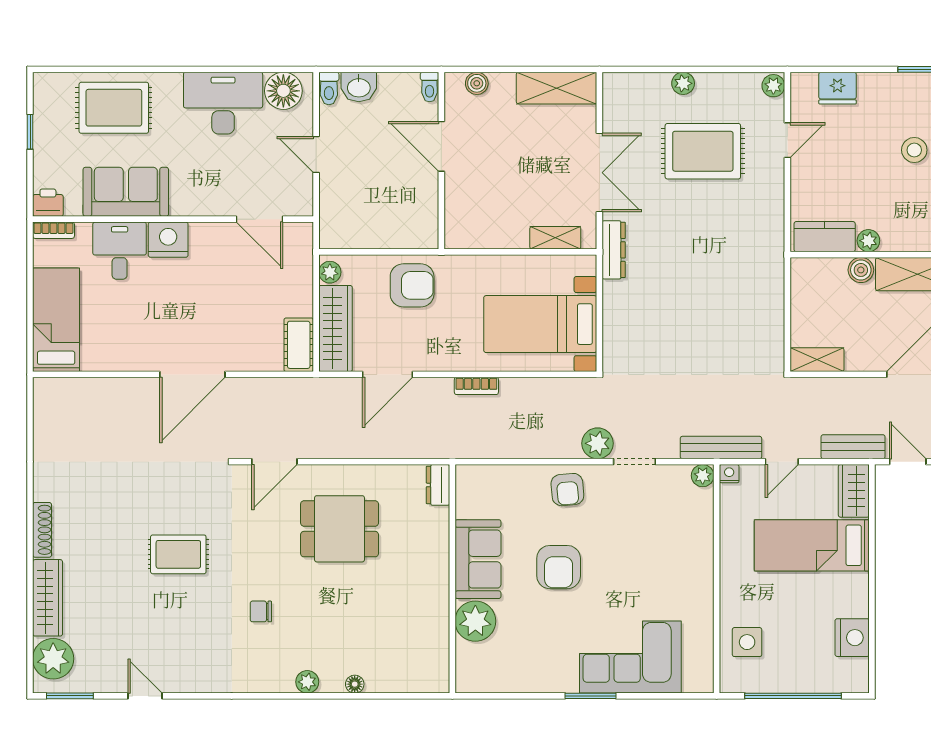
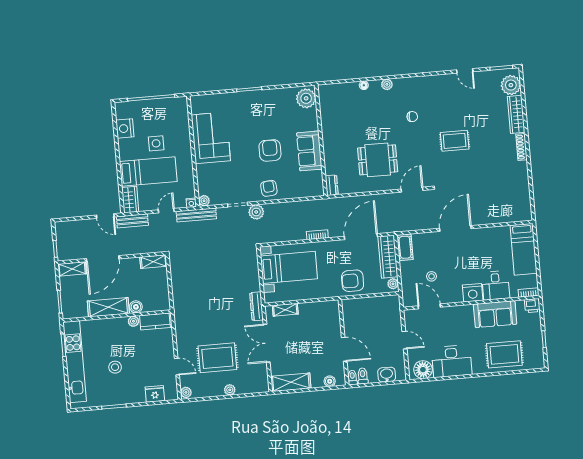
toilet: (329, 88) -> (363, 376), moved
door: (787, 140) -> (177, 367), swing flipped
stool: (250, 281) -> (432, 276), added
door: (388, 374) -> (361, 237), width x1.36
plant: (475, 621) -> (306, 98), moved
side table: (747, 642) -> (156, 143), moved
corner sofa: (630, 657) -> (211, 138), moved, turned -90

